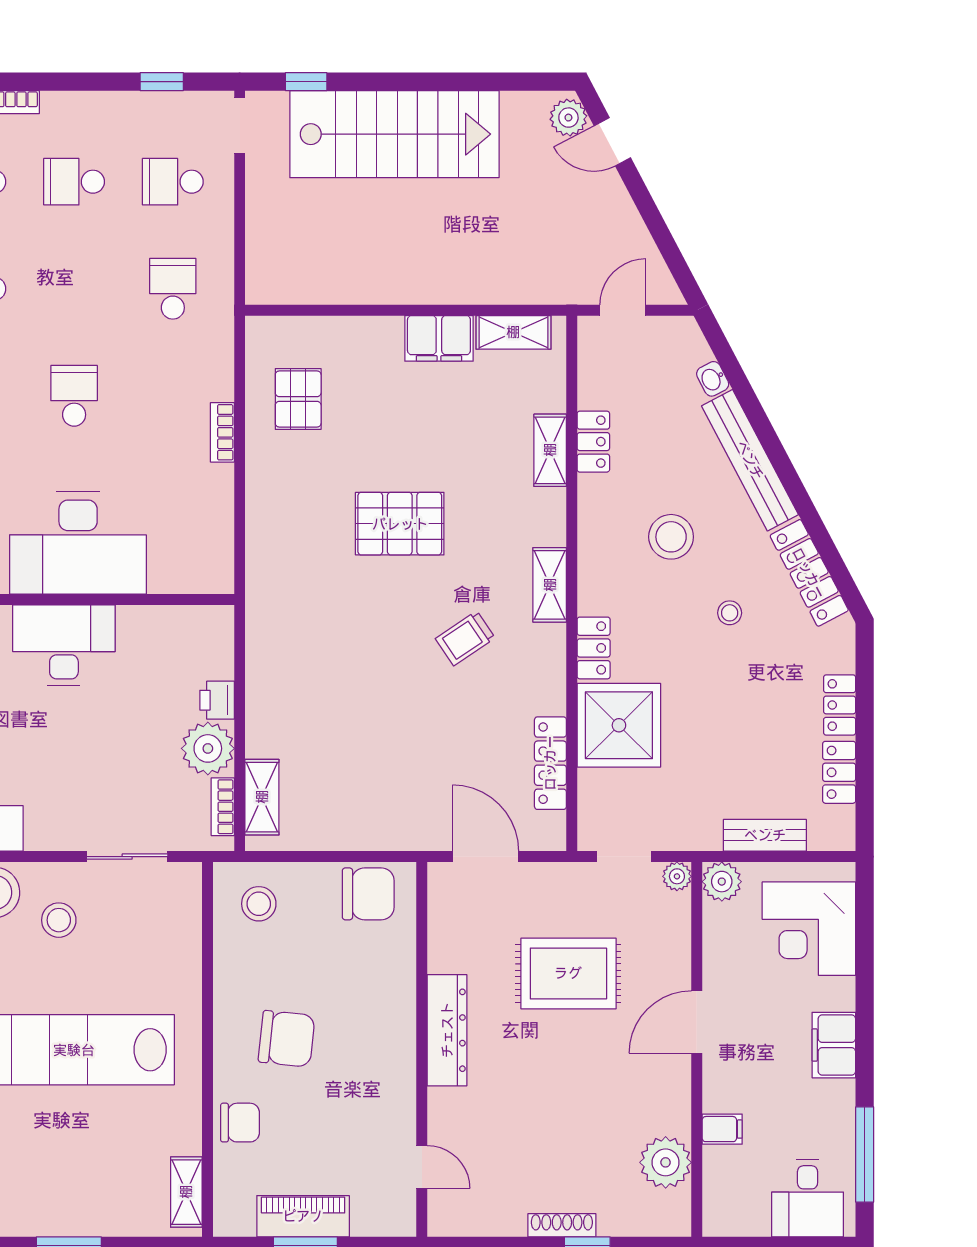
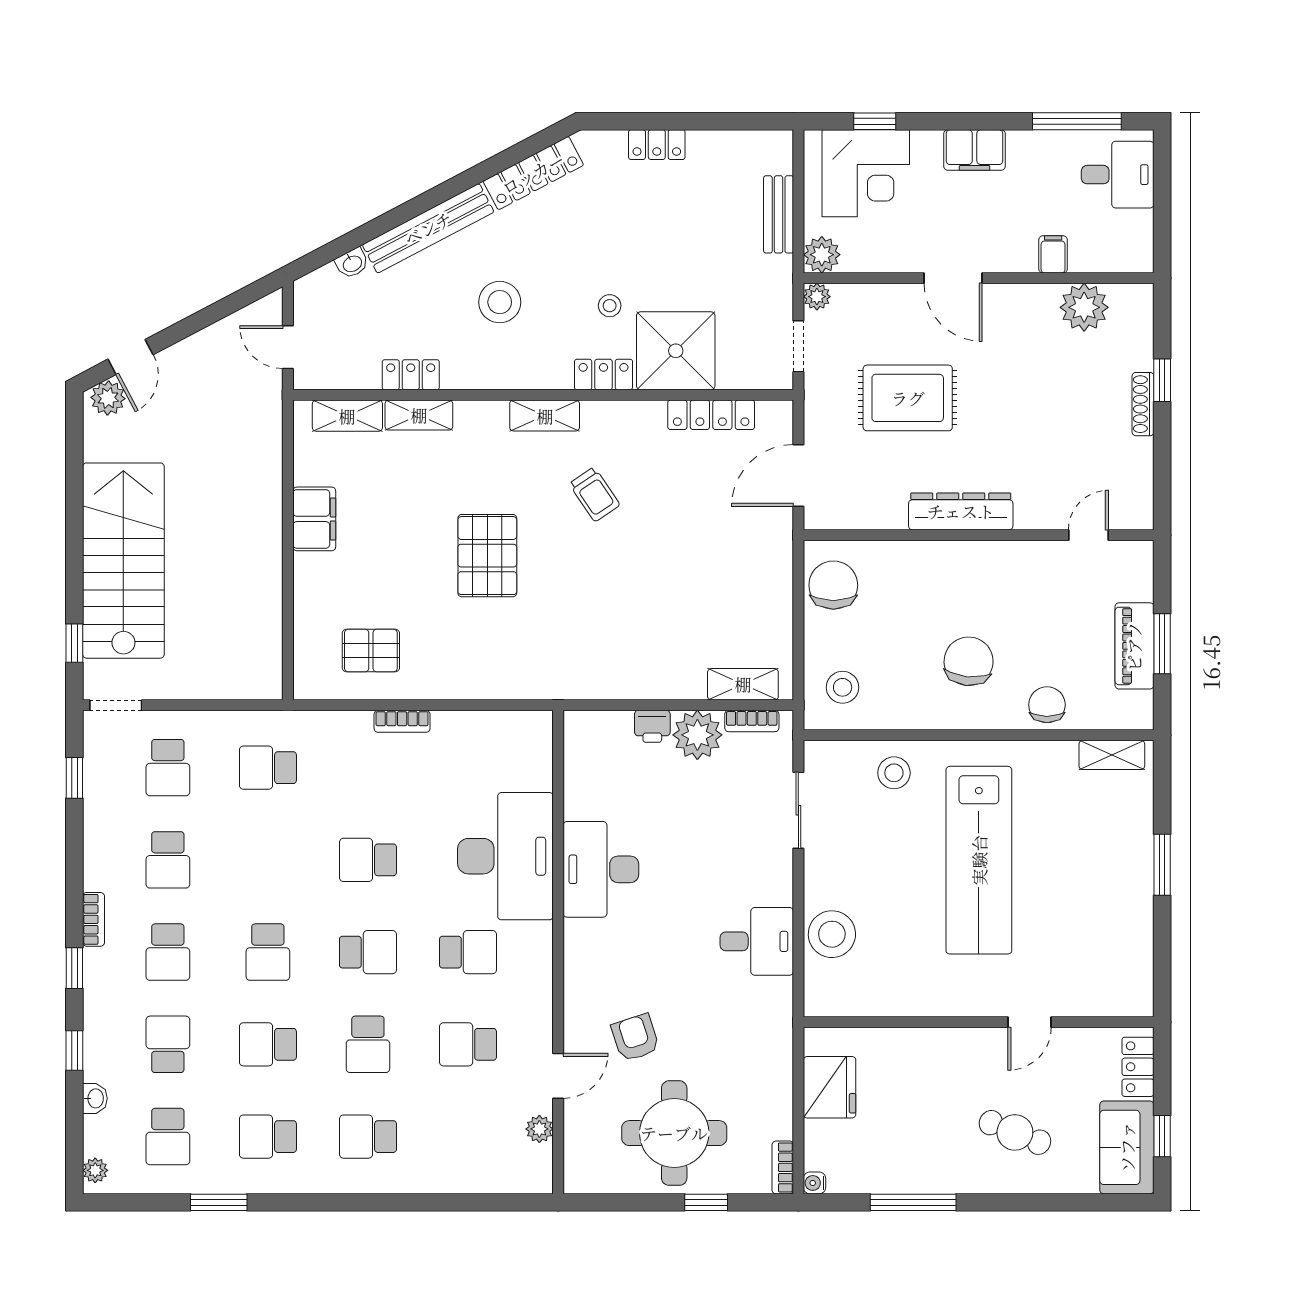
shelving: (513, 332) -> (347, 416), moved, turned 90
stool: (730, 613) -> (610, 306), moved
locker: (839, 772) -> (720, 145), removed
stool: (59, 920) -> (894, 773), moved
window: (865, 938) -> (875, 121), added
rug: (568, 973) -> (908, 398), turned 90

